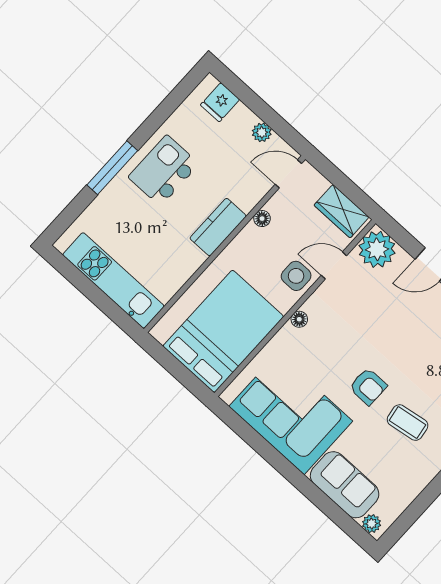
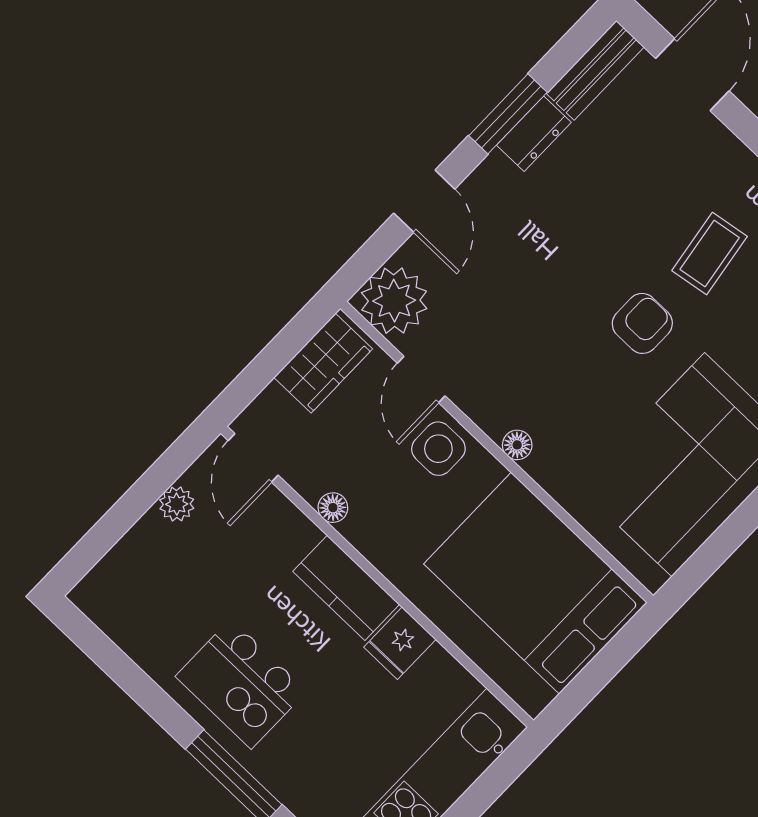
fridge: (220, 102) -> (400, 643), moved, turned 90

